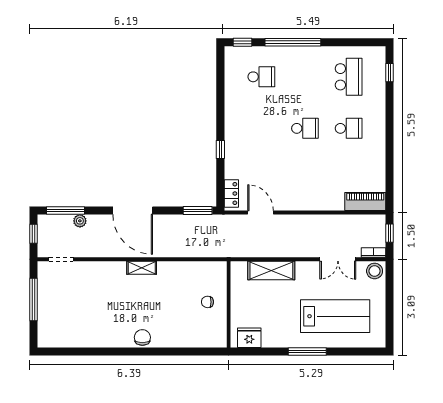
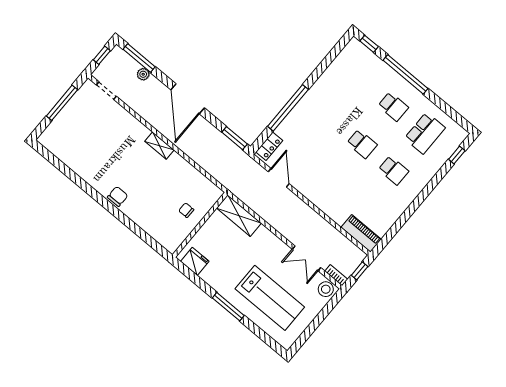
school desk: (261, 77) -> (393, 107), moved
window: (220, 150) -> (288, 108), width x3.17
shelving: (271, 270) -> (239, 216), moved

